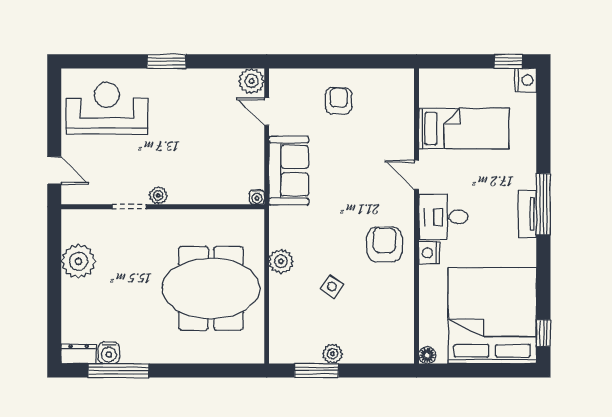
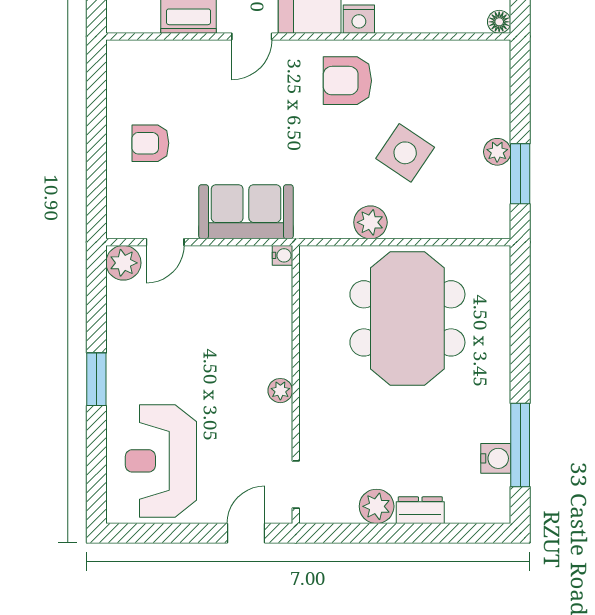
doorway: (129, 207) -> (296, 484), moved
plant: (78, 261) -> (377, 506), width x0.73, depth x0.73
side table: (332, 287) -> (405, 153), width x1.87, depth x1.87
dresser: (79, 354) -> (420, 510), moved, turned 90

